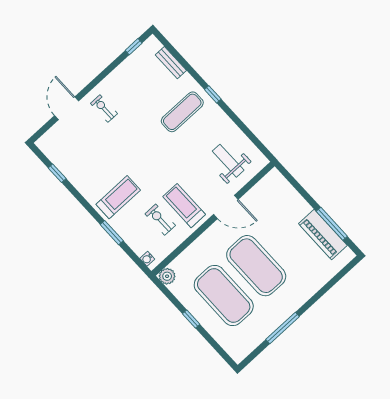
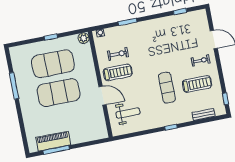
exercise mat: (182, 112) -> (167, 88), moved
treadmill: (118, 197) -> (197, 84), moved, turned -90
door: (226, 207) -> (102, 96), swing flipped

